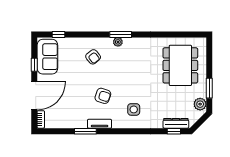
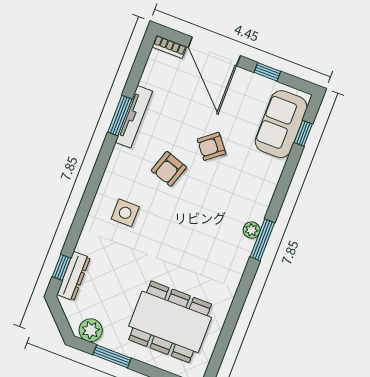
sofa: (47, 57) -> (281, 124), moved, turned 90
armchair: (93, 57) -> (211, 146), moved
tv unit: (100, 124) -> (134, 117), moved, width x1.41

